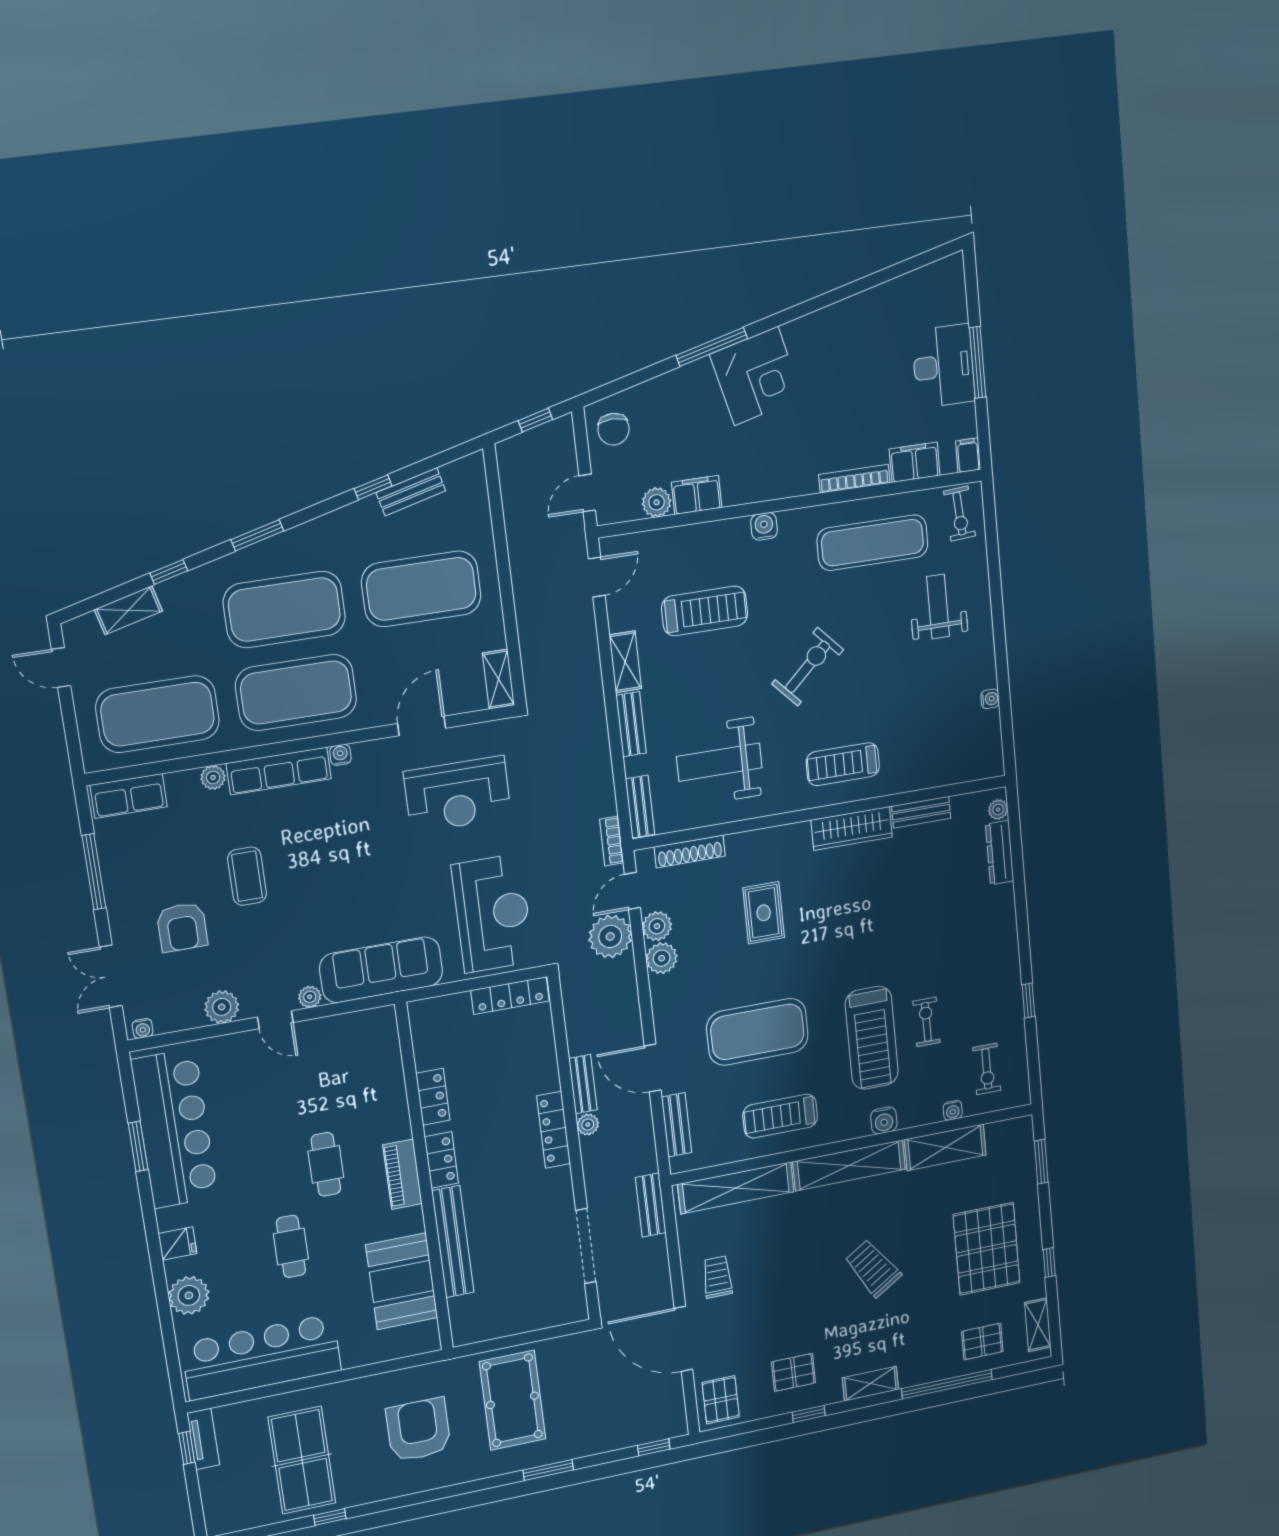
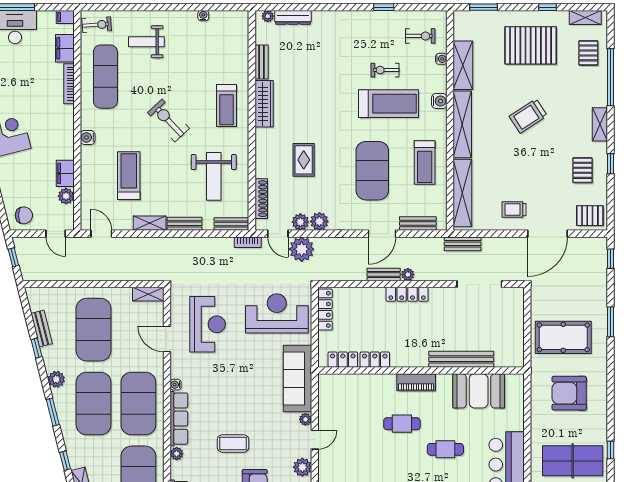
plant: (320, 533) -> (56, 379), added
rug: (764, 913) -> (304, 160), turned 90
locker: (441, 1160) -> (343, 360), moved

